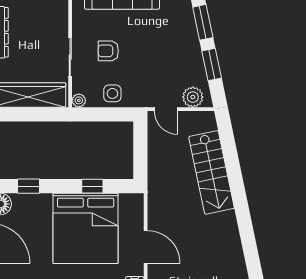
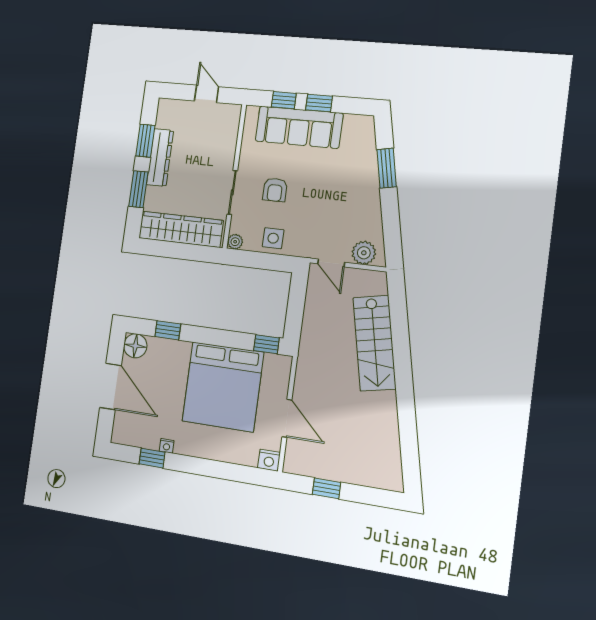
armchair: (108, 51) -> (275, 190), turned -90
window: (212, 64) -> (391, 218), removed
window: (92, 186) -> (266, 344), moved

